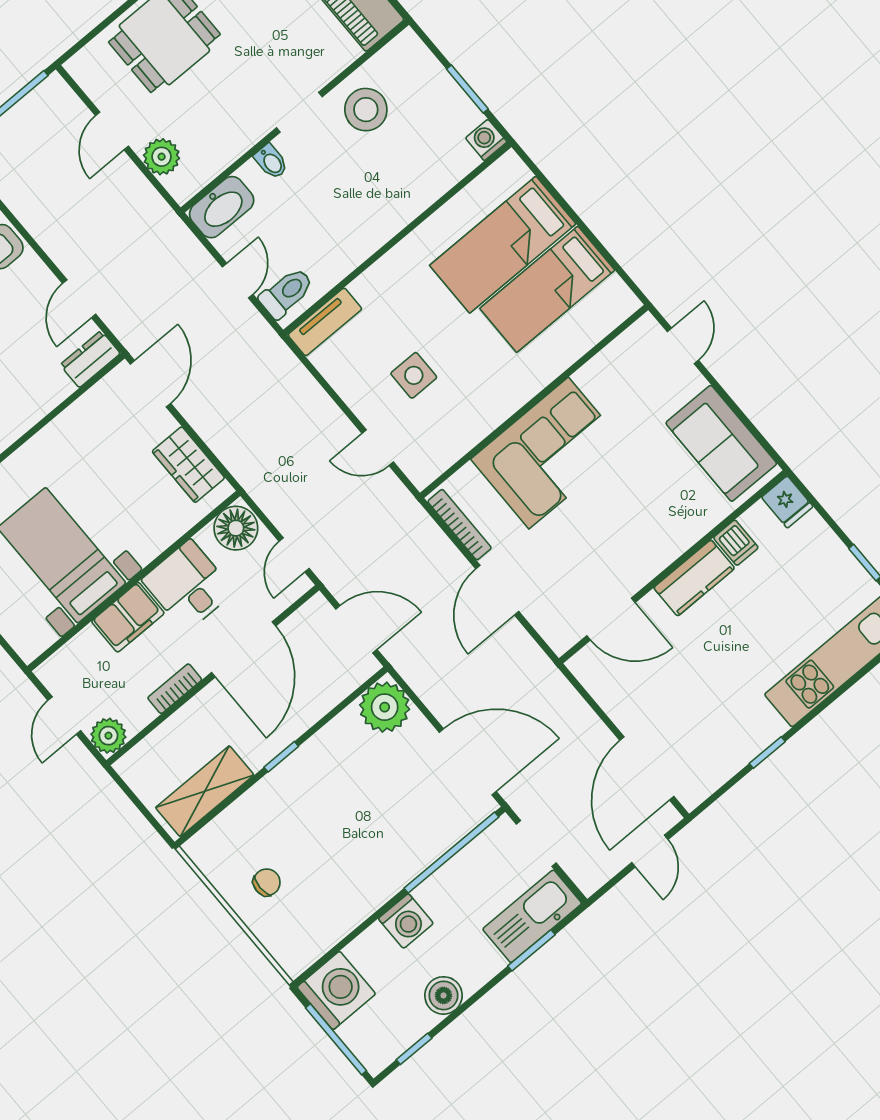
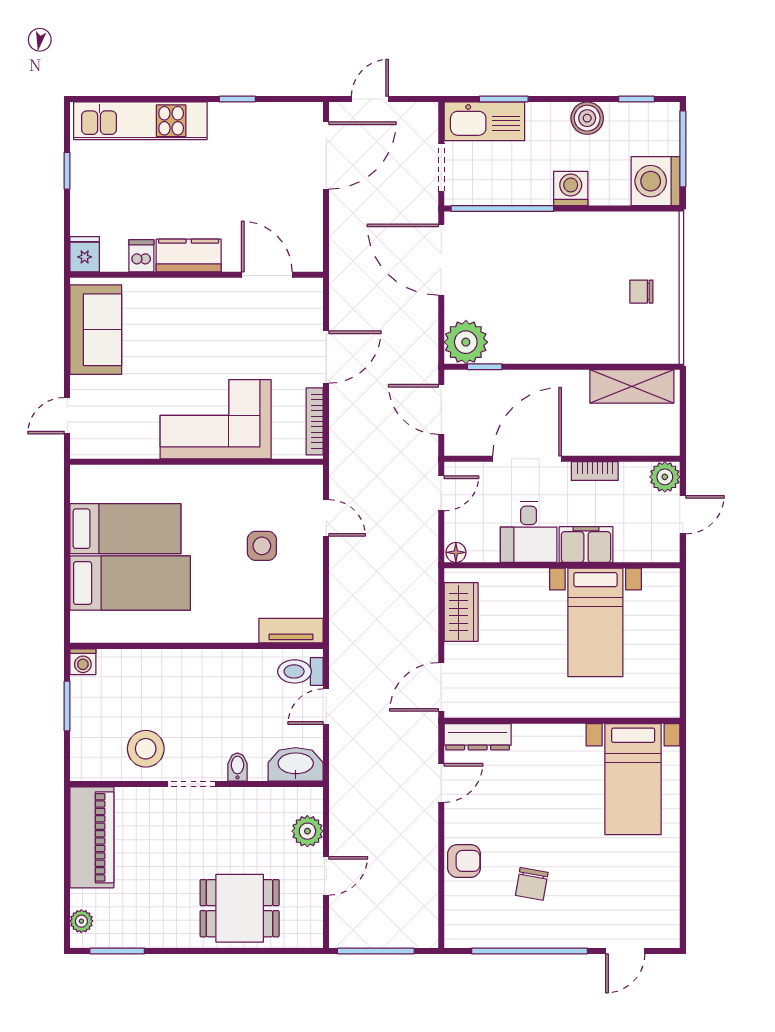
dresser: (90, 359) -> (478, 737), width x1.44
floor lamp: (236, 528) -> (456, 552), width x0.53, depth x0.53
window: (281, 757) -> (485, 367), moved

